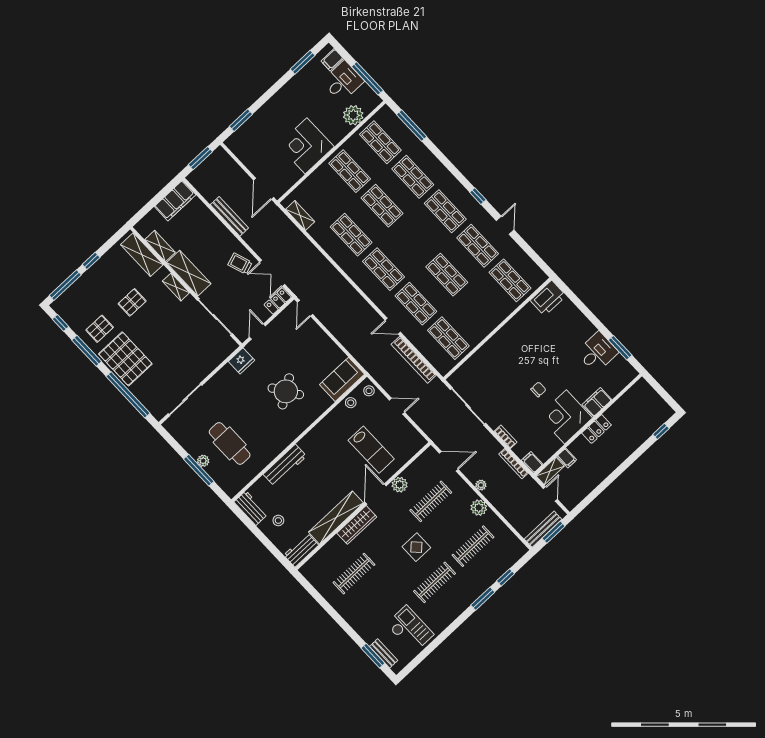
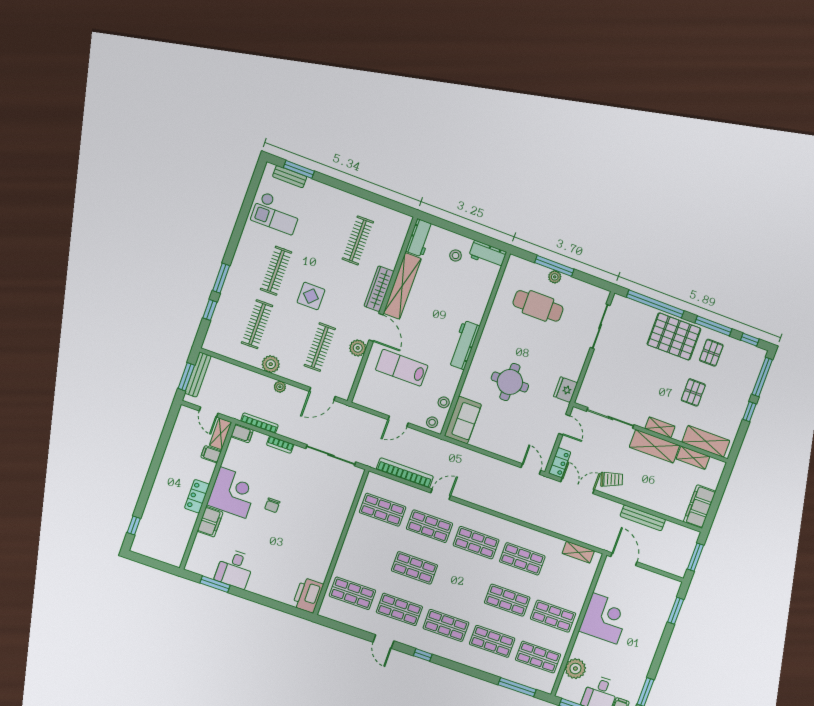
round table: (286, 391) -> (510, 382), turned 33
workbench: (285, 465) -> (464, 345), moved

